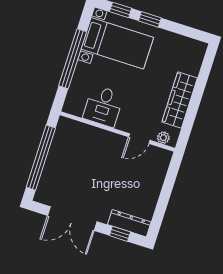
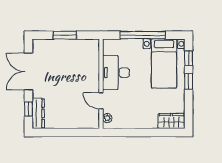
wardrobe: (180, 100) -> (172, 121), moved, width x0.67
desk: (103, 106) -> (116, 73), width x1.37
window: (41, 158) -> (65, 35), width x0.47

